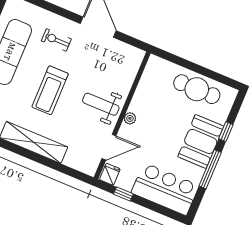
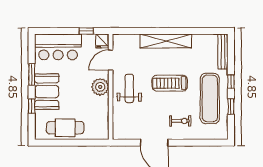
treadmill: (50, 90) -> (170, 83), turned -90
weight bench: (101, 104) -> (129, 88), turned -90
plant: (130, 118) -> (100, 87), width x1.88, depth x1.88
window: (210, 169) -> (32, 75), width x0.69

